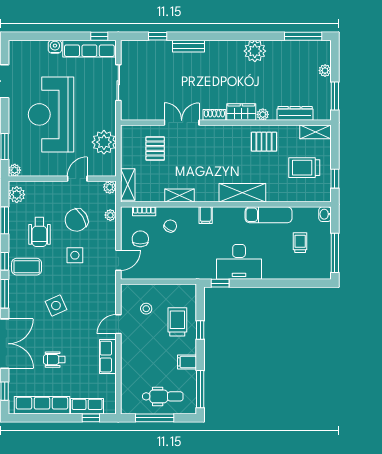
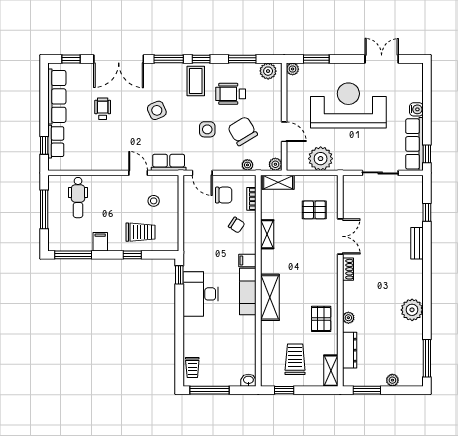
wardrobe: (241, 112) -> (351, 296), removed
exam couch: (269, 215) -> (248, 291), moved
trolley: (300, 243) -> (192, 368), moved, turned 90
row of seats: (108, 357) -> (169, 162), moved
dental chair: (163, 396) -> (78, 198), moved

